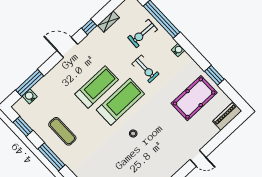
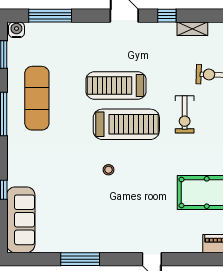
treadmill: (97, 87) -> (116, 86), turned 180
water cooler: (30, 96) -> (16, 30), moved
exercise mat: (62, 131) -> (37, 98), width x1.36, depth x1.45

